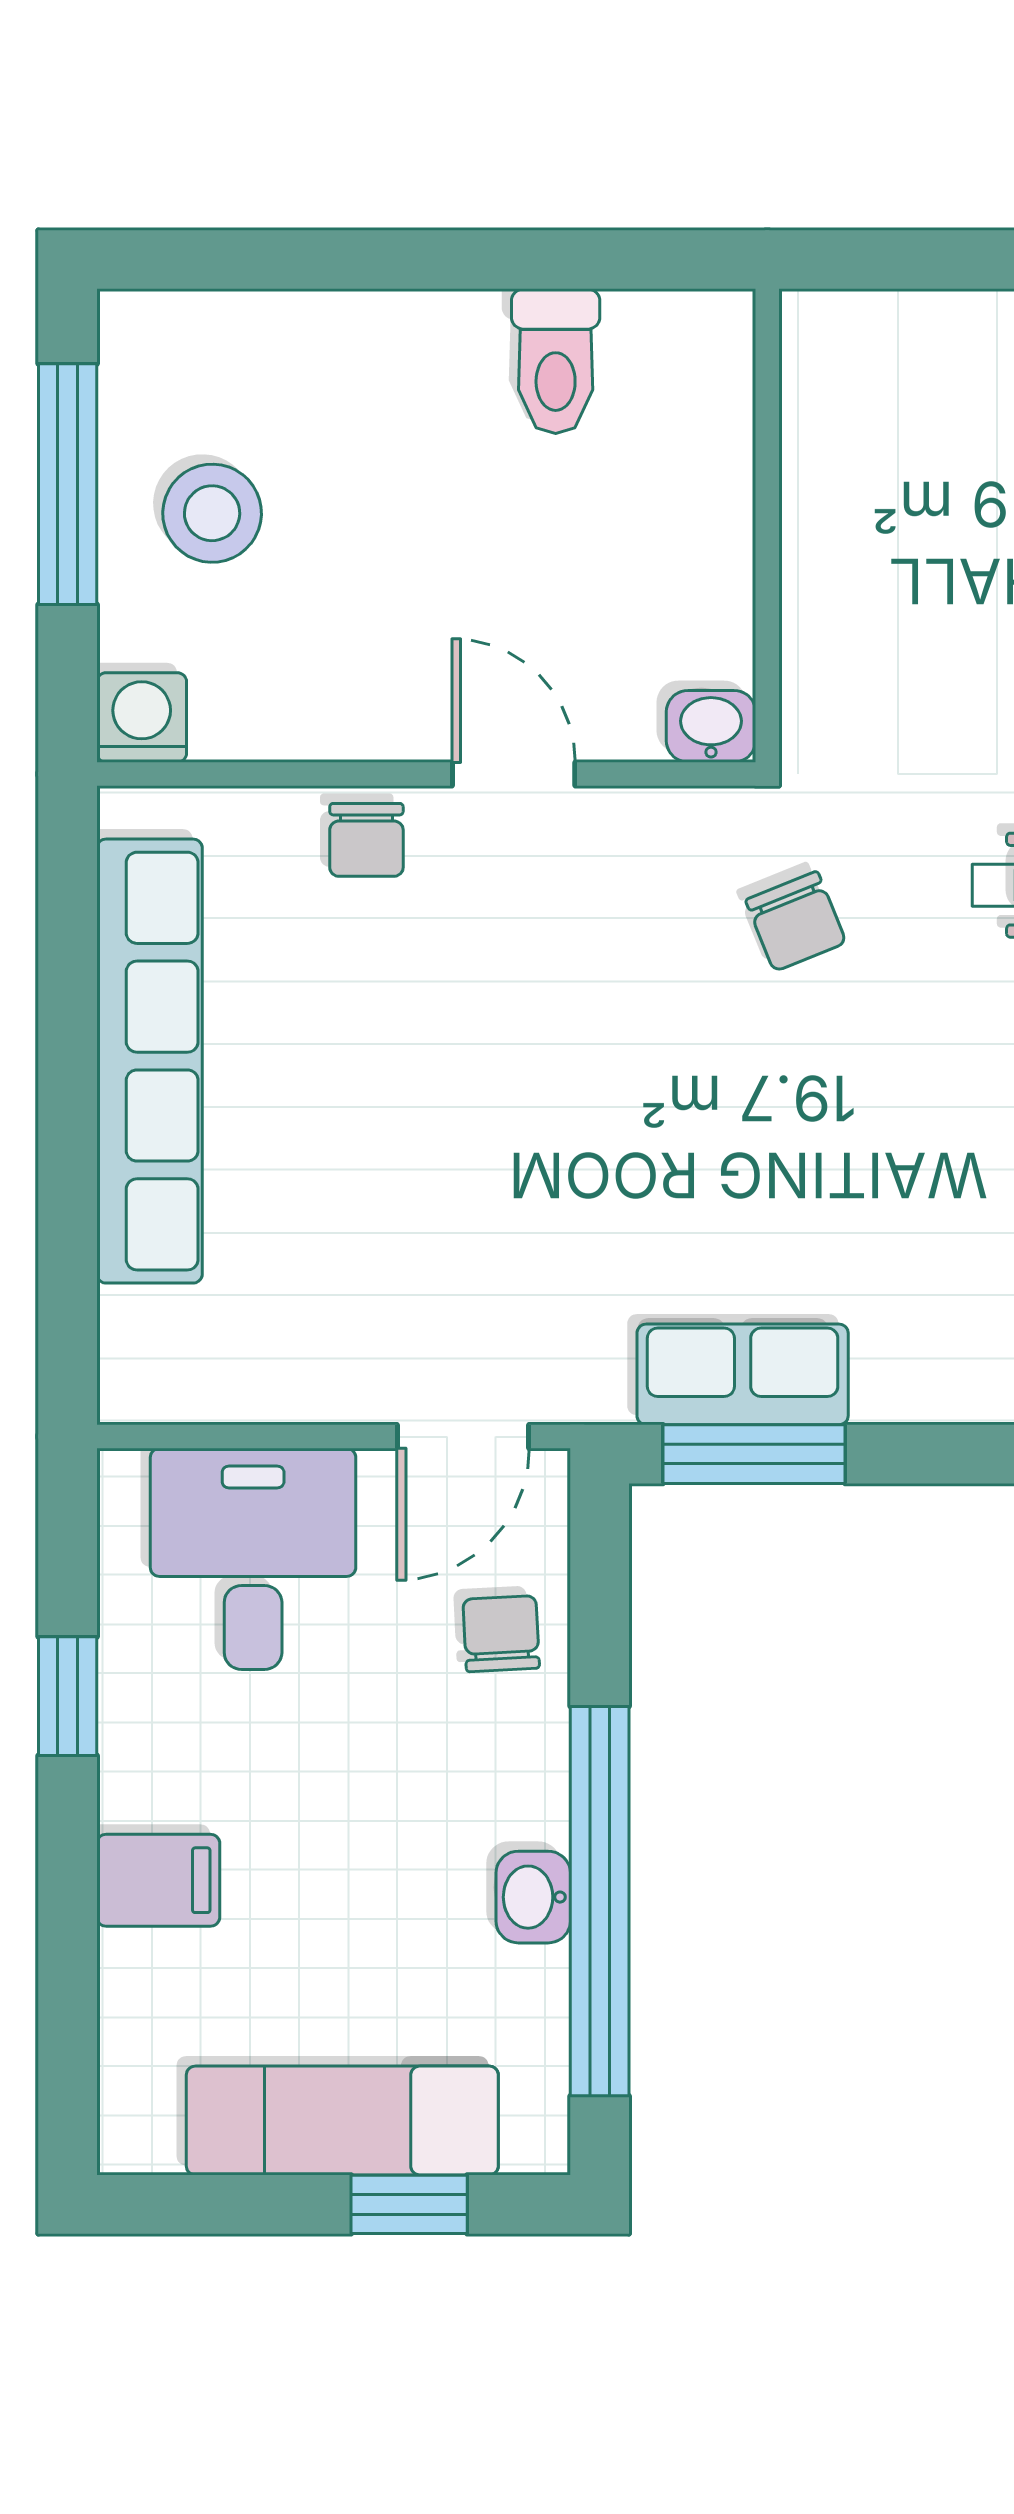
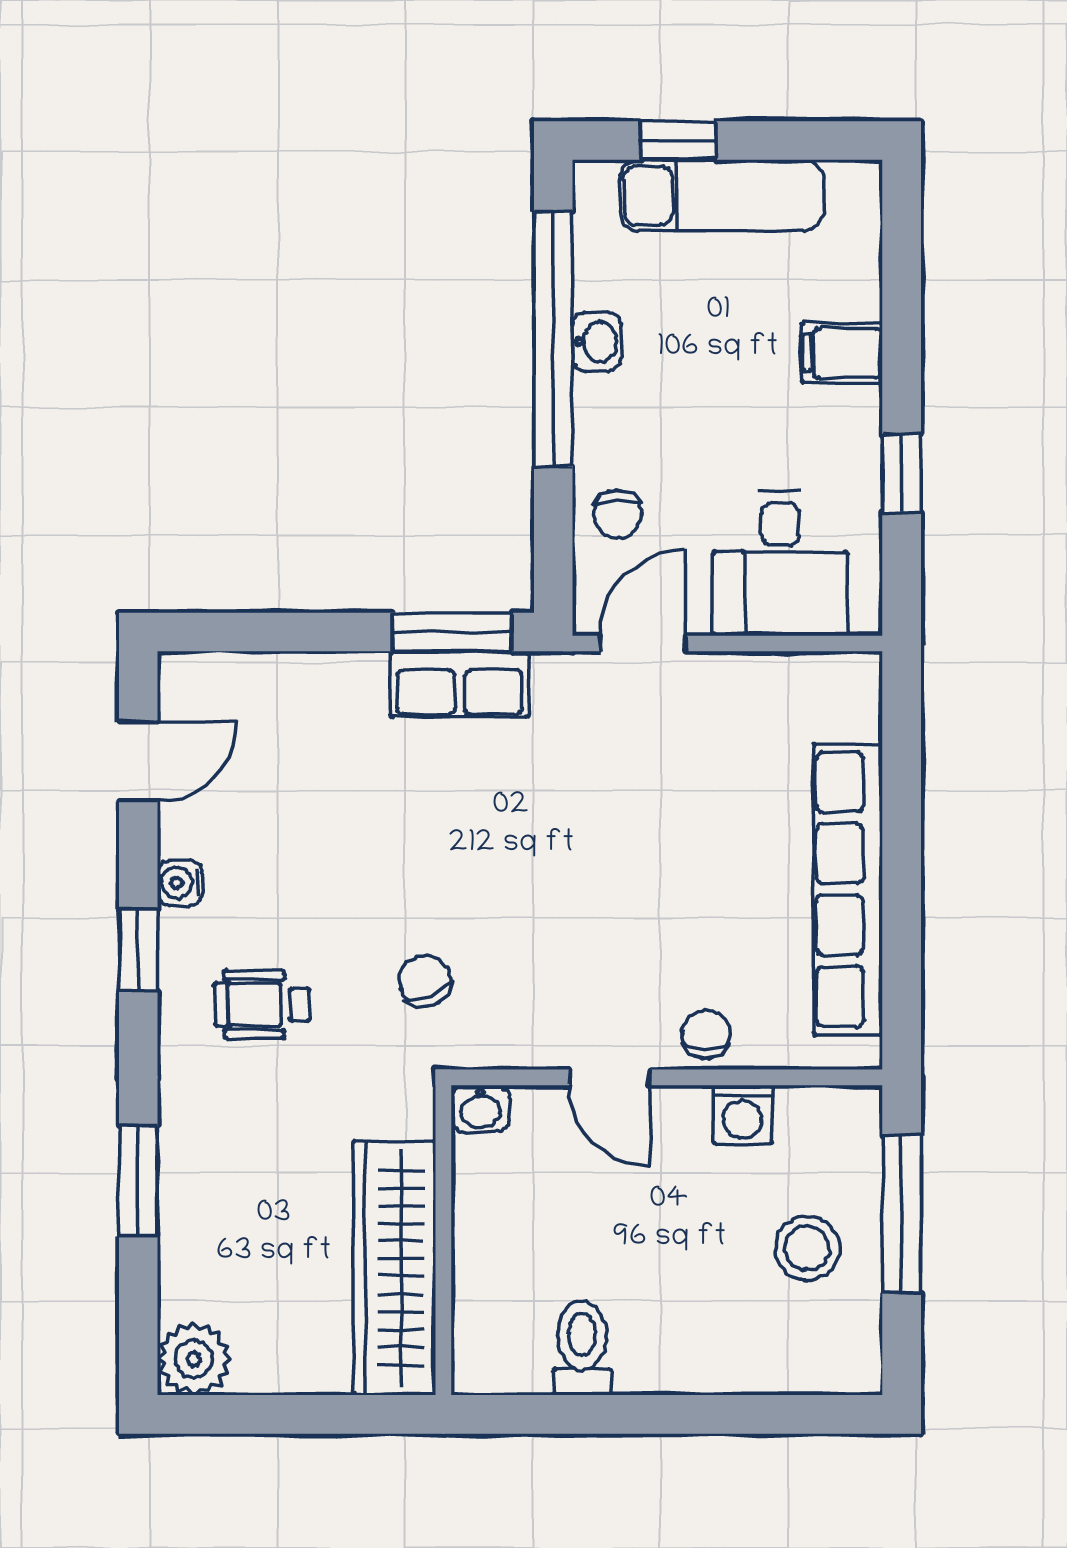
wardrobe: (842, 483) -> (395, 1268), added
window: (68, 484) -> (902, 1214), moved
washing machine: (142, 717) -> (743, 1114), moved

